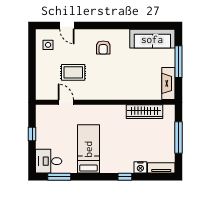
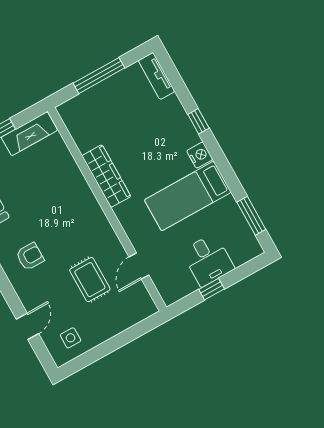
wardrobe: (144, 112) -> (106, 176), moved
desk: (49, 161) -> (208, 260), moved
nightstand: (140, 167) -> (200, 155), moved

